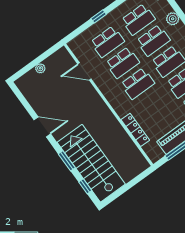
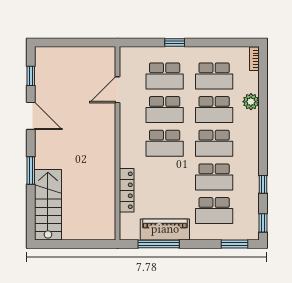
plant: (40, 68) -> (73, 53), removed
door: (84, 71) -> (118, 90), hinge flipped
stairs: (91, 163) -> (48, 205), width x0.73, depth x0.66
window: (85, 186) -> (31, 76), moved

